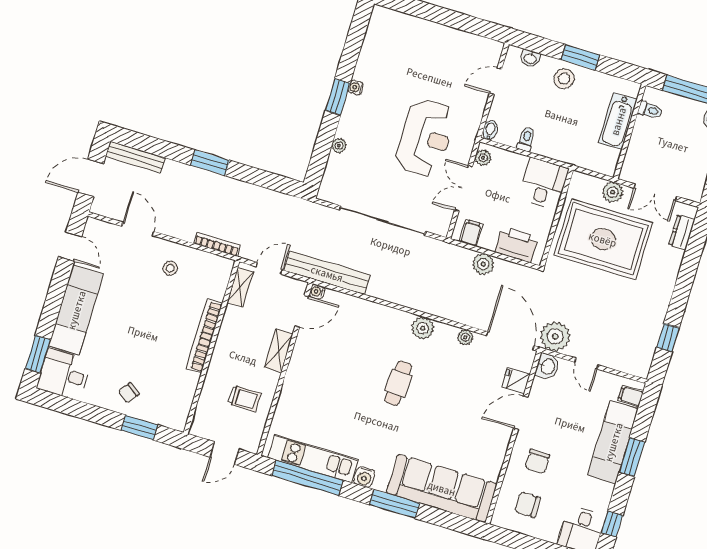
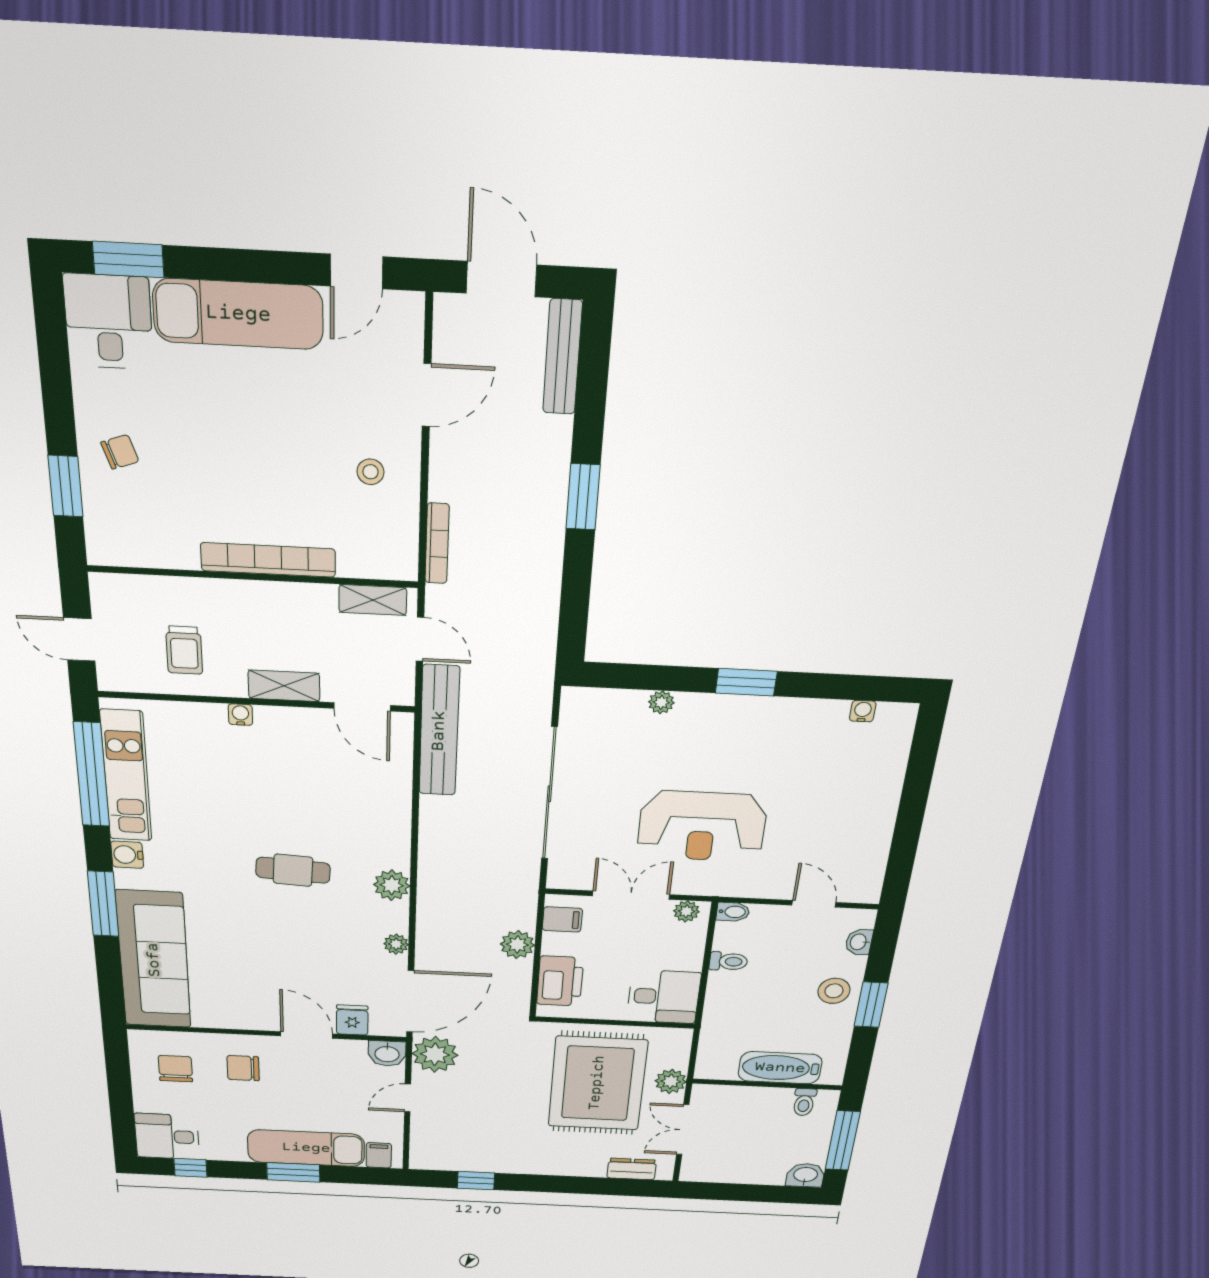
water cooler: (356, 88) -> (863, 711), moved
water cooler: (317, 292) -> (240, 715), moved
chair: (129, 393) -> (120, 452), turned 125

